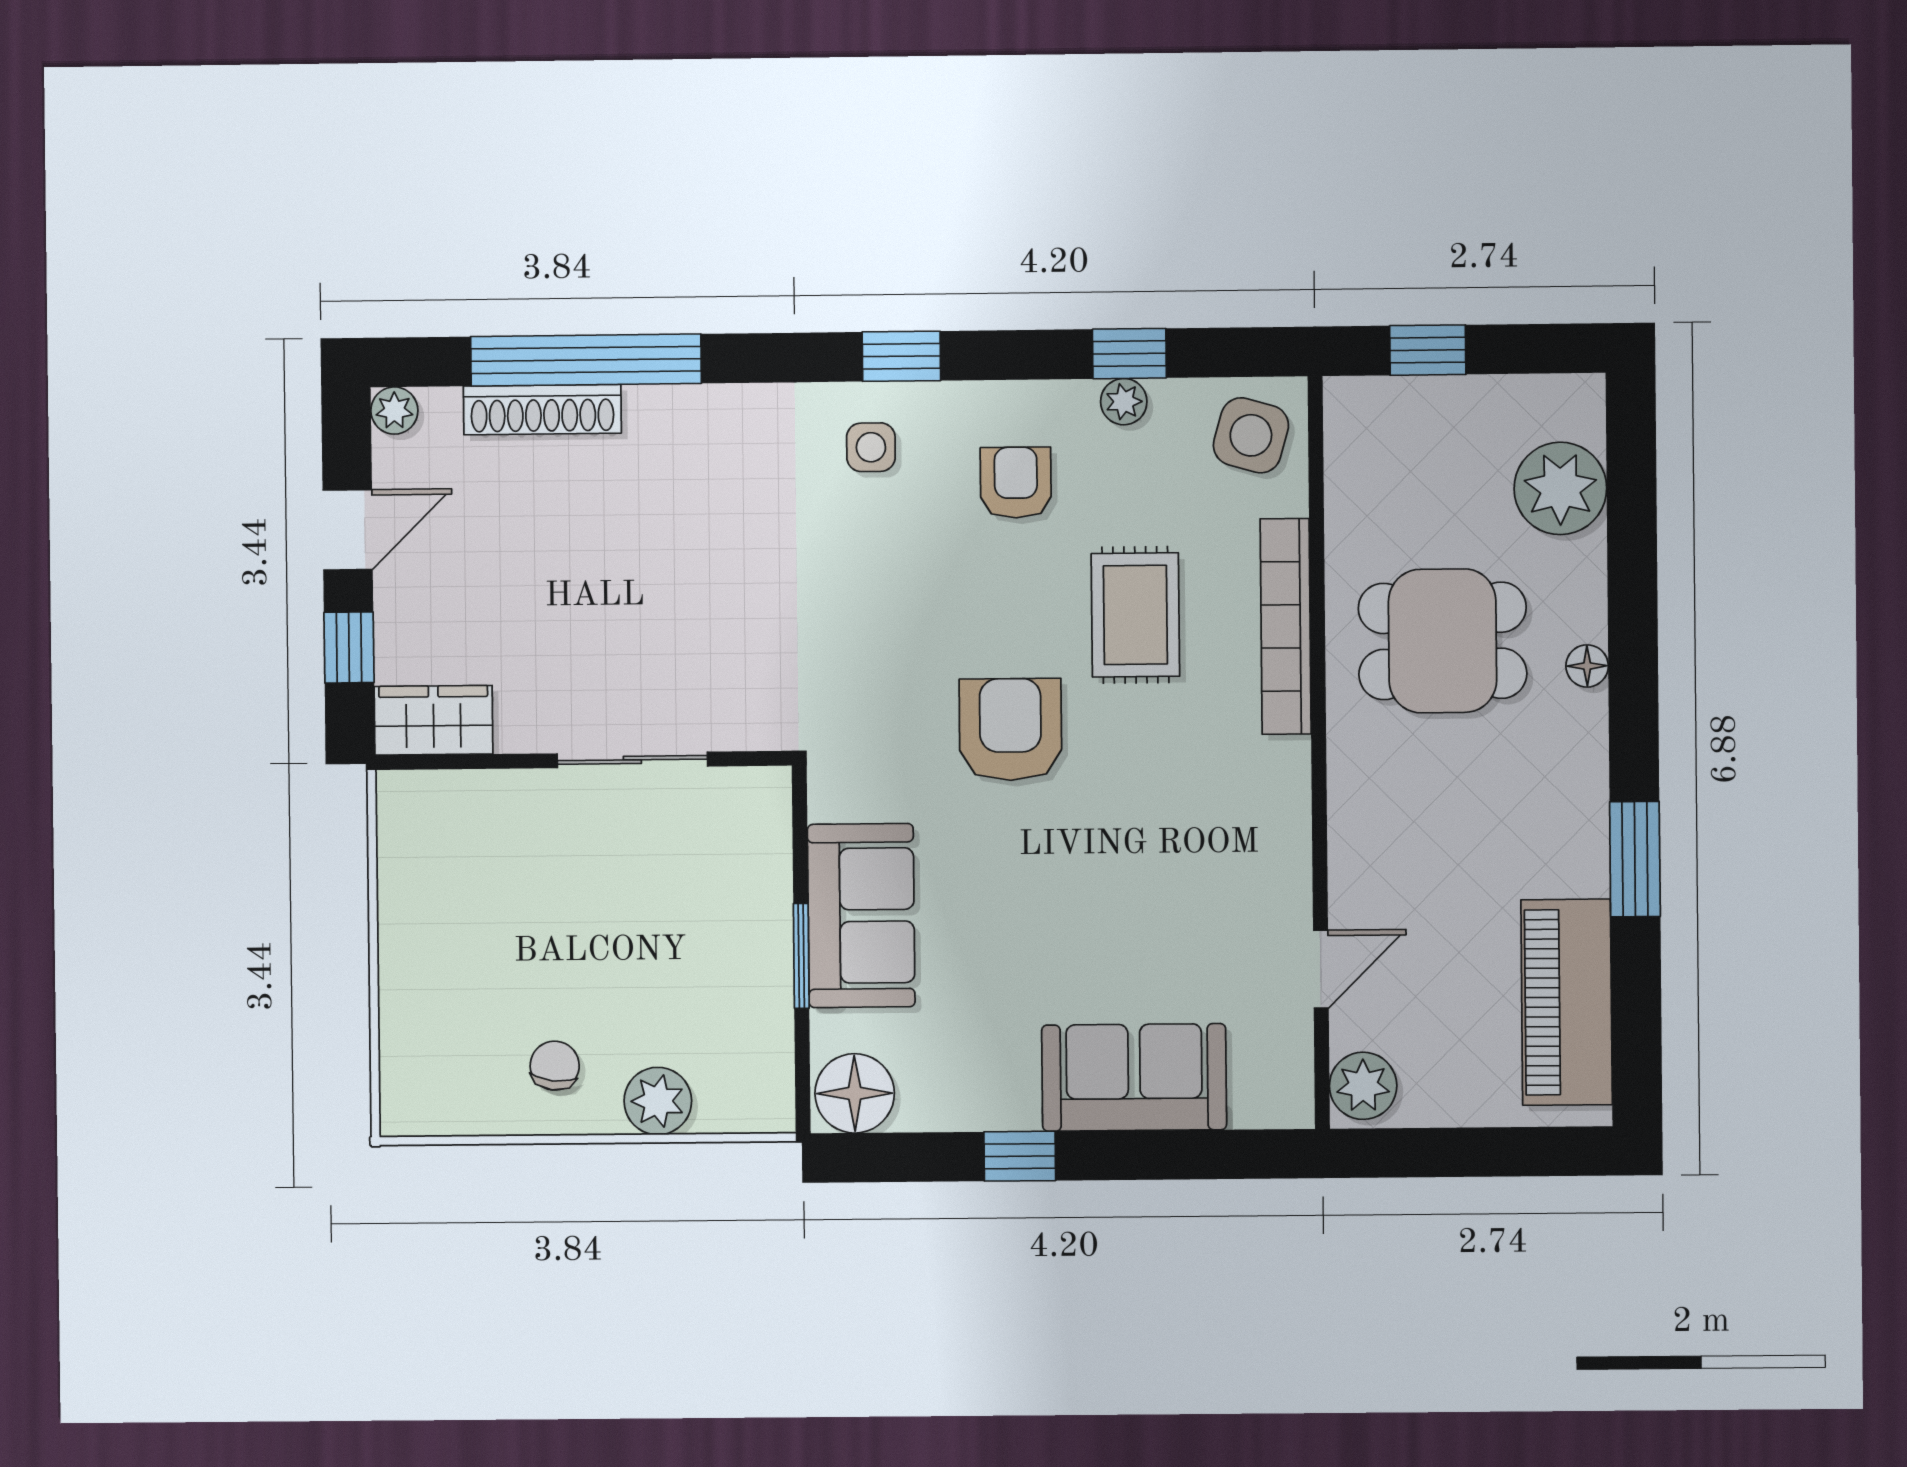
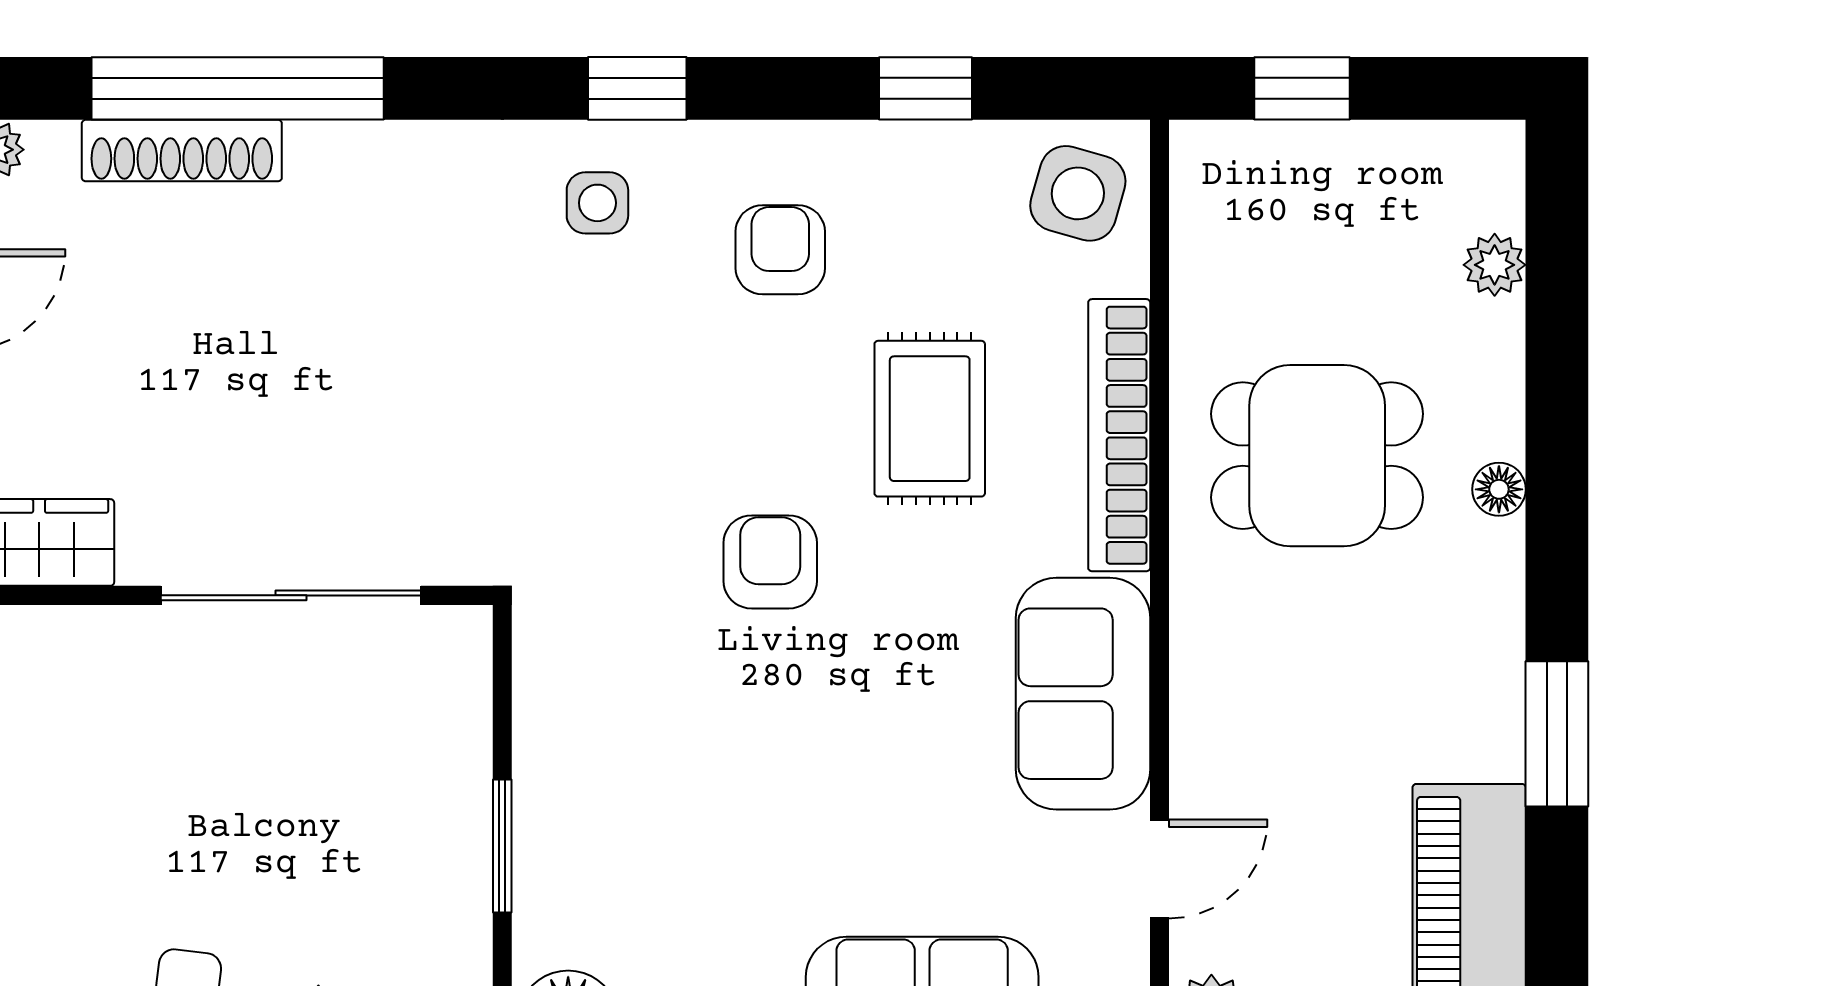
plant: (1124, 402) -> (918, 149), removed
plant: (1560, 488) -> (1495, 265), width x0.53, depth x0.53
armchair: (1010, 730) -> (770, 562), width x0.72, depth x0.72
sliding door: (632, 760) -> (291, 595), width x1.37
sofa: (861, 916) -> (1083, 694), moved, turned 180

